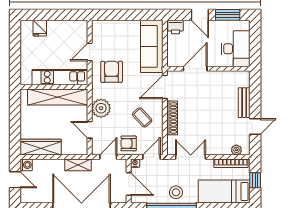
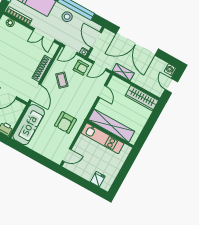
door: (90, 52) -> (67, 155), moved
door: (165, 87) -> (35, 92), hinge flipped
plant: (101, 108) -> (86, 102), removed
washing machine: (26, 165) -> (170, 70), moved

